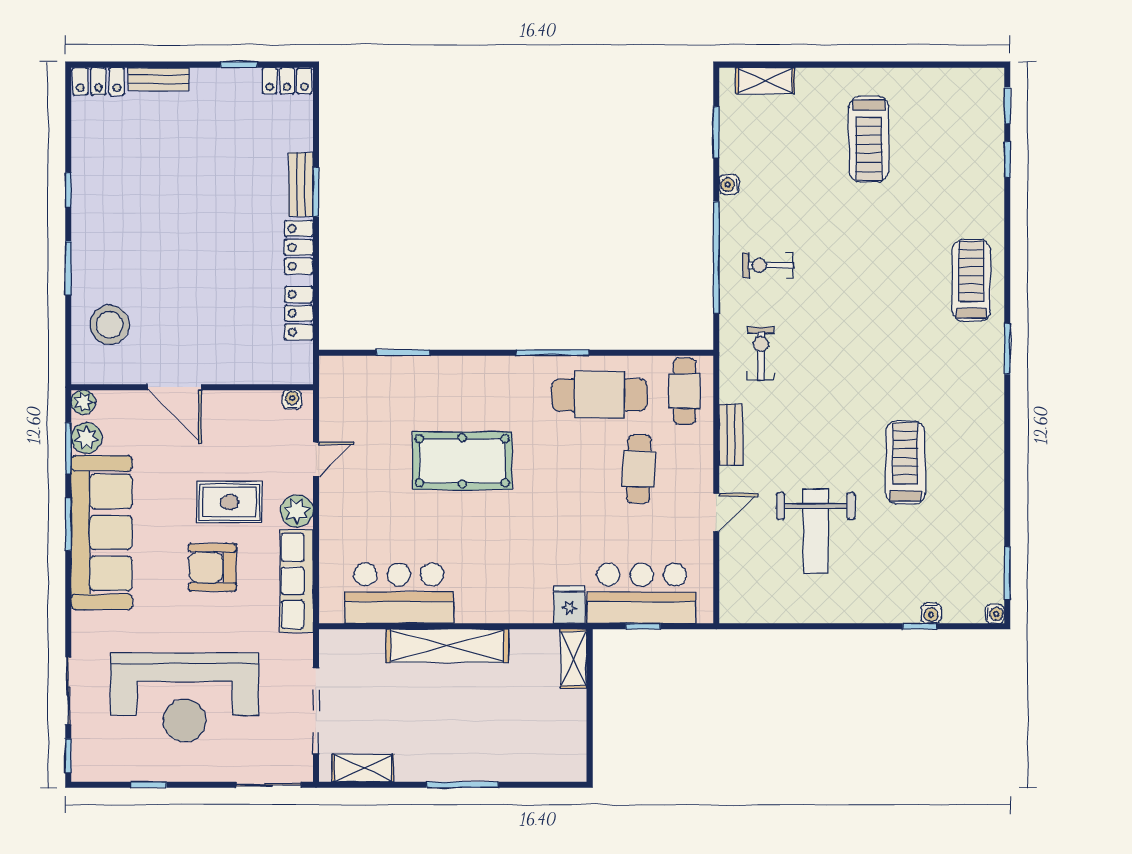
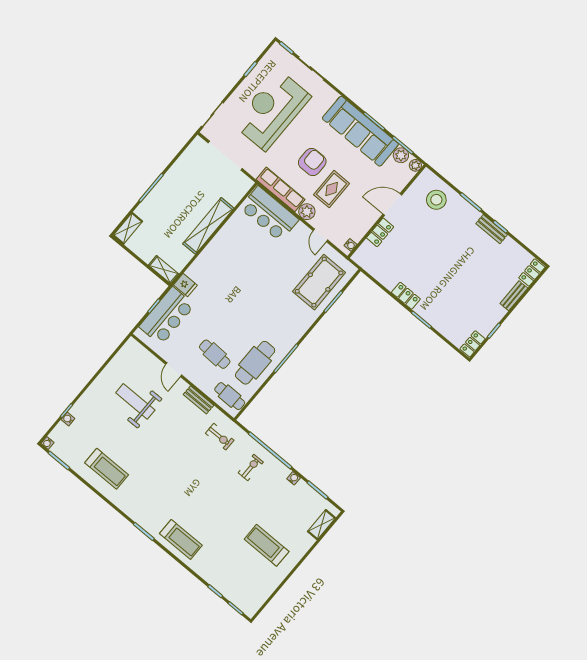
bench: (301, 185) -> (492, 229), moved
locker: (299, 313) -> (380, 232), moved, turned 90
pool table: (462, 461) -> (319, 282), moved
treadmill: (905, 462) -> (107, 469), moved
bar counter: (399, 593) -> (269, 214), moved, turned 90
shelving: (363, 768) -> (128, 228), moved

